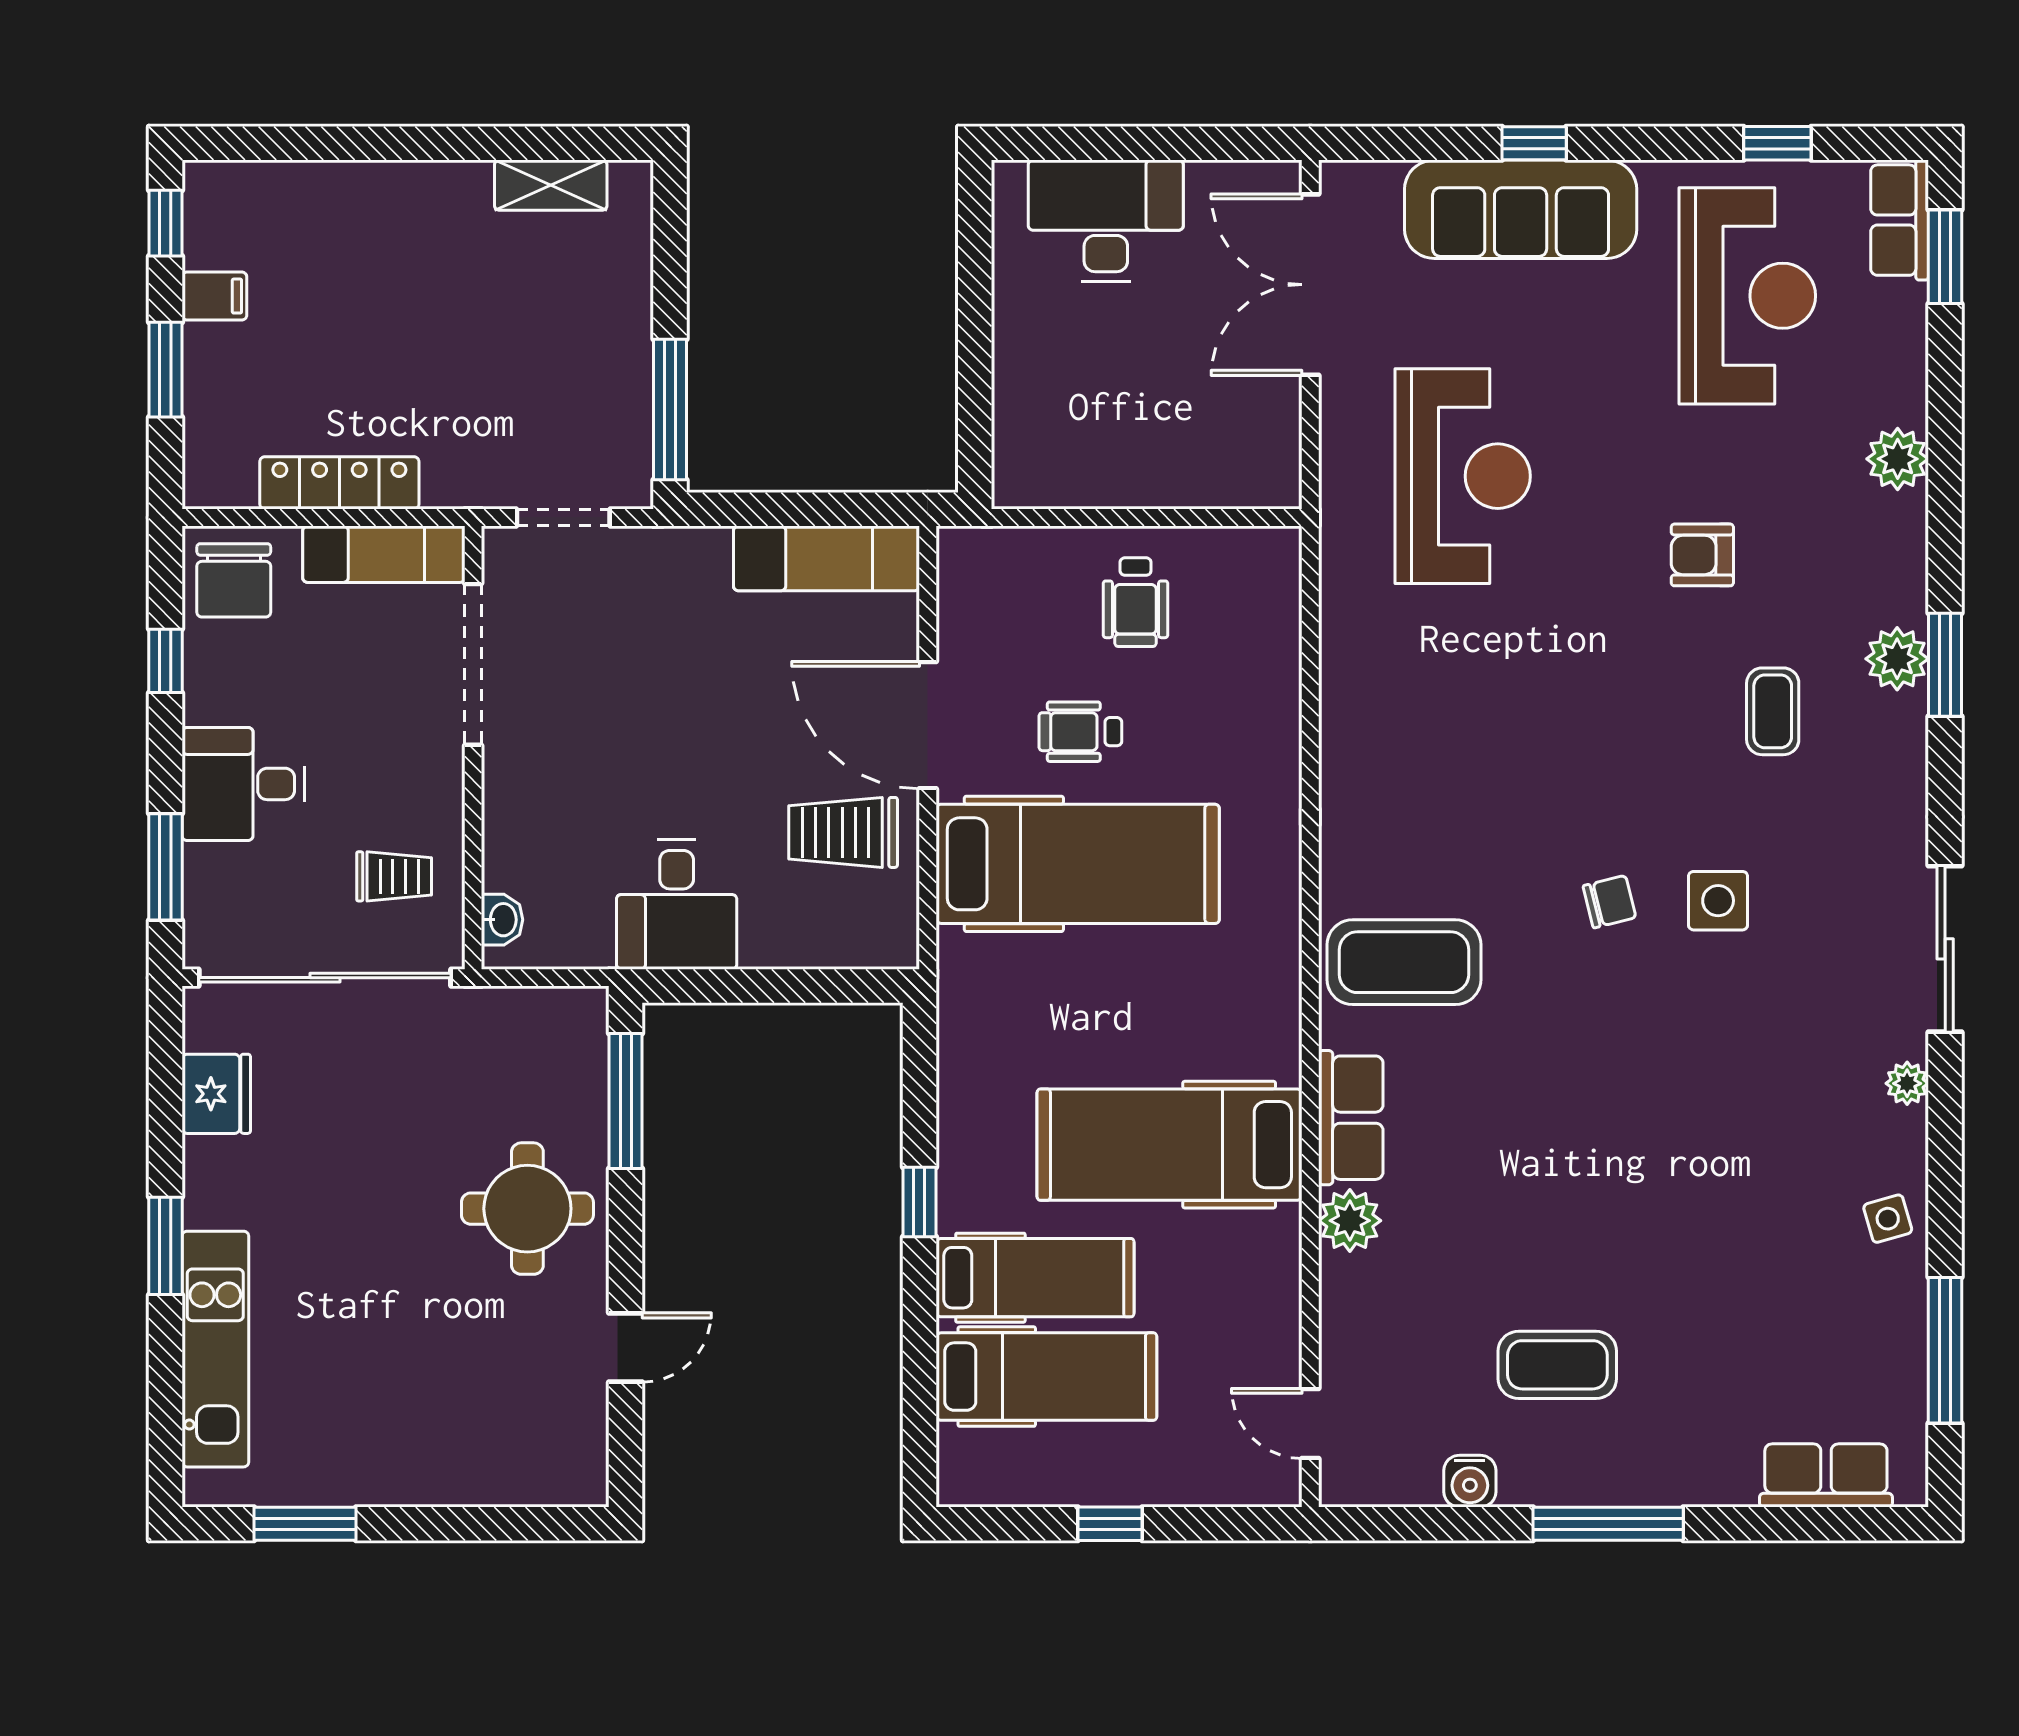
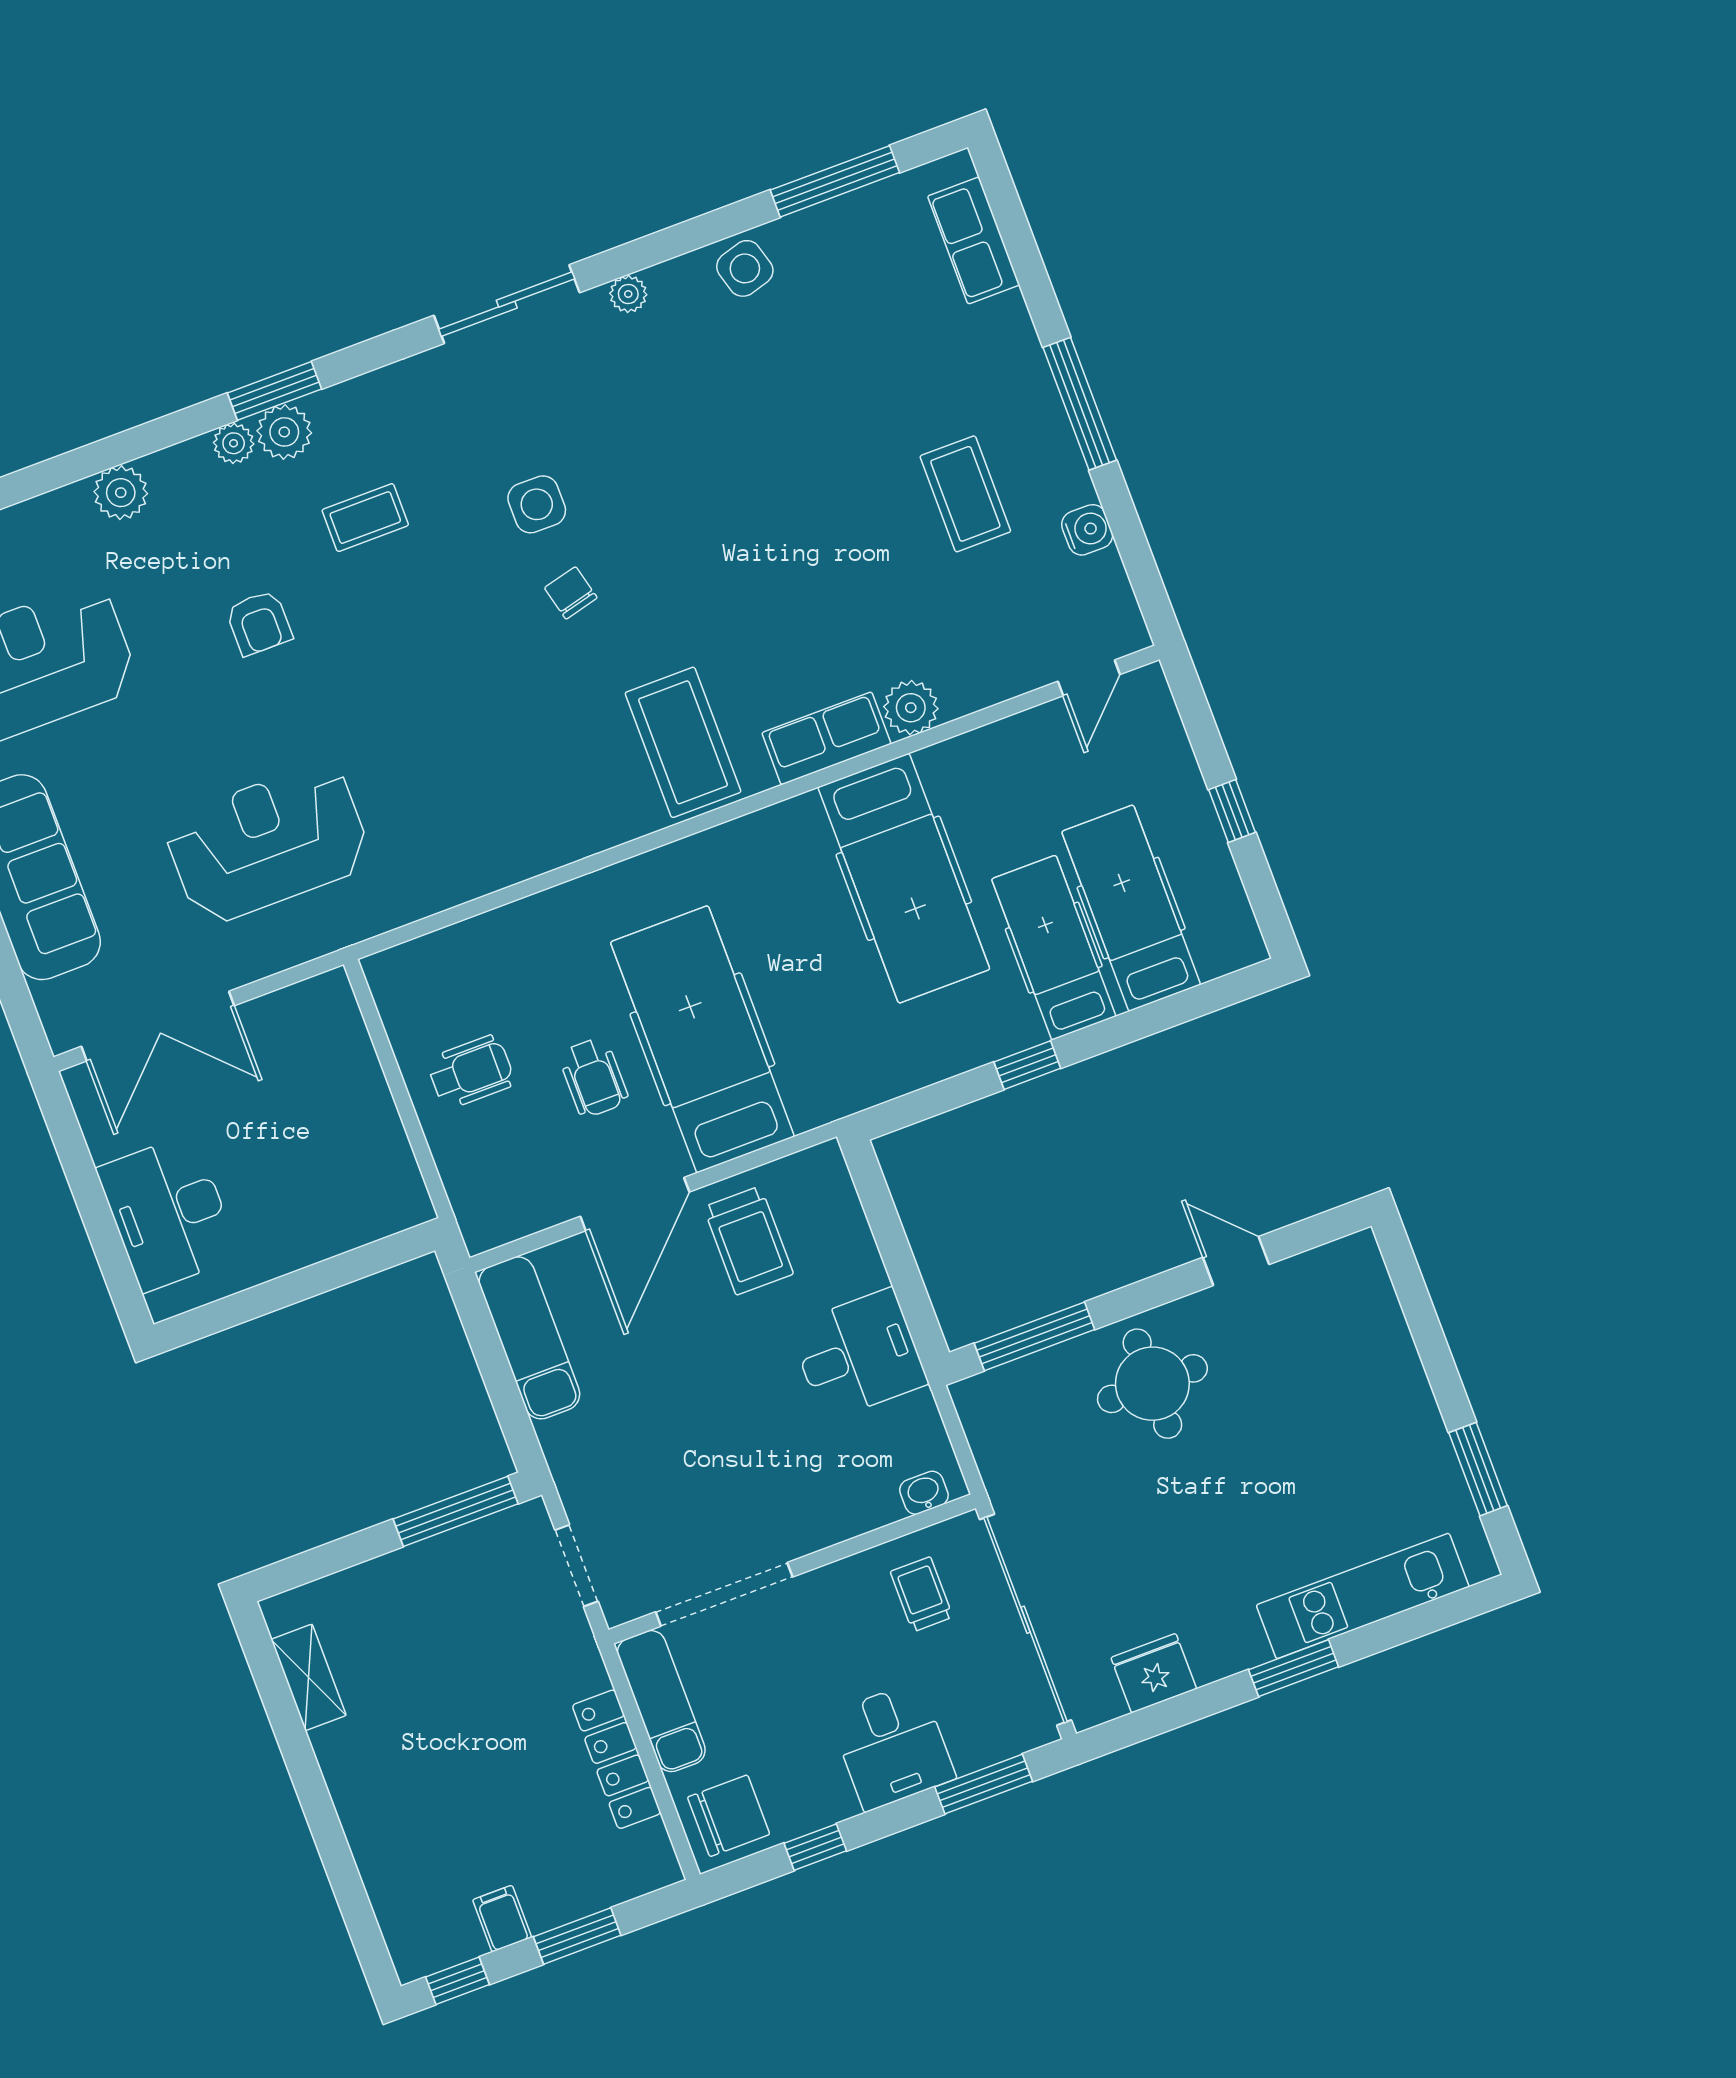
plant: (1905, 600) -> (234, 443), added
side table: (1888, 1219) -> (745, 268), width x1.37, depth x1.37

